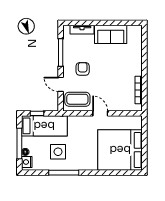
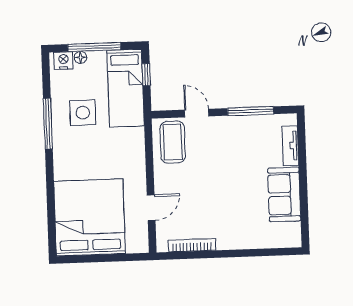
armchair: (83, 69) -> (224, 149), removed
door: (61, 84) -> (197, 113), hinge flipped
door: (100, 113) -> (151, 208), moved

